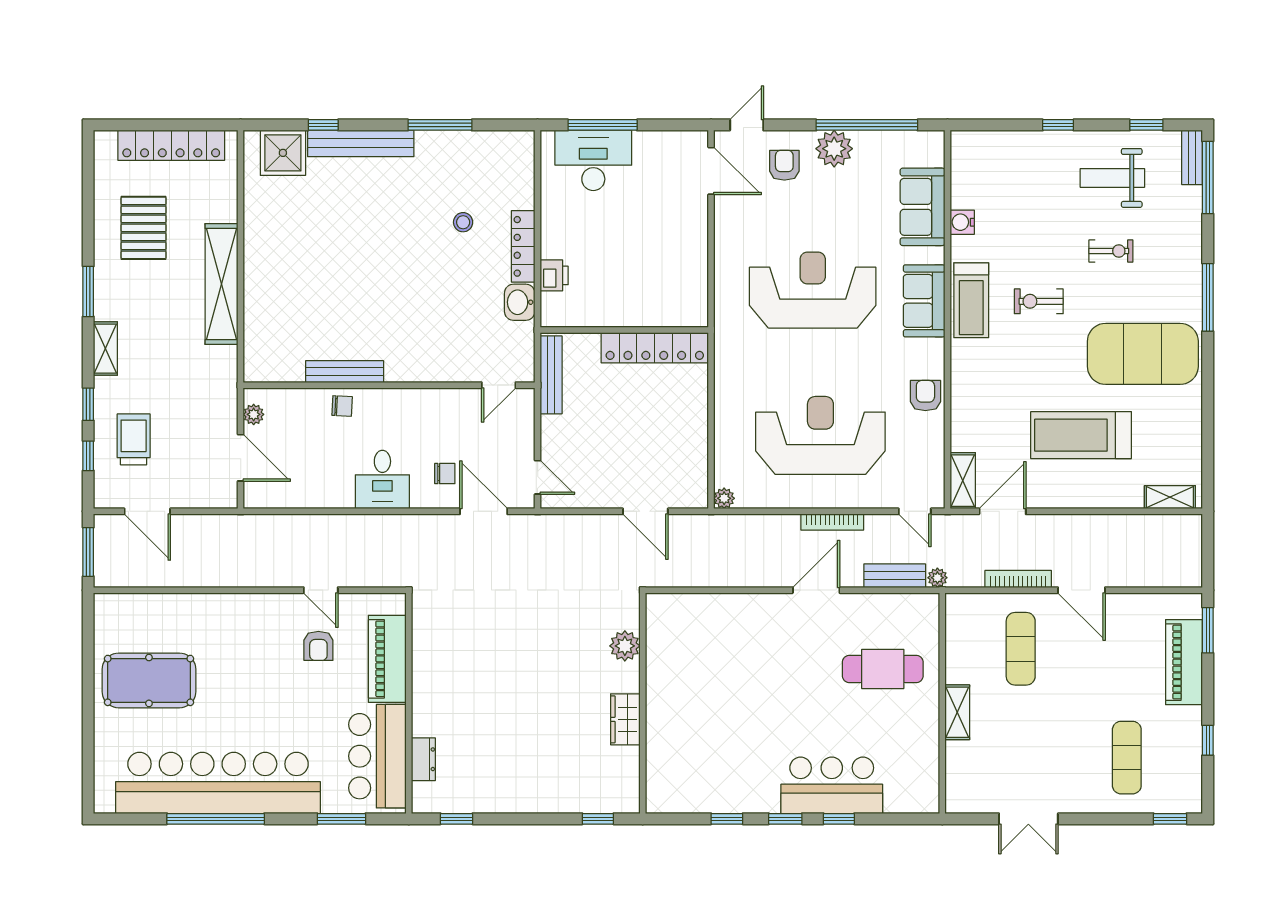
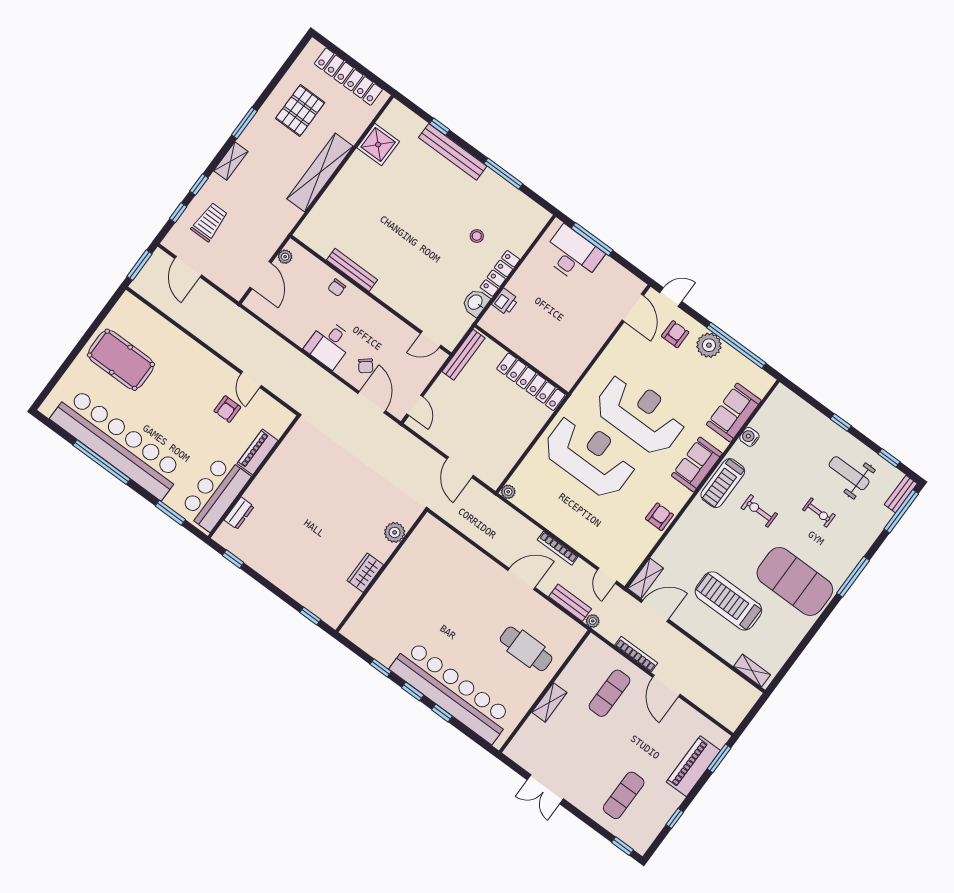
shower: (283, 153) -> (378, 145), moved
chair: (342, 406) -> (337, 288), turned 87
reception desk: (820, 435) -> (590, 456), moved
chair: (445, 474) -> (366, 366), turned 51
piano: (387, 659) -> (258, 452), width x0.73, depth x0.75
bar counter: (832, 785) -> (451, 692), width x1.86

